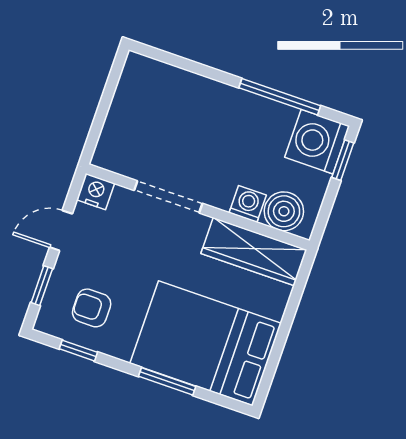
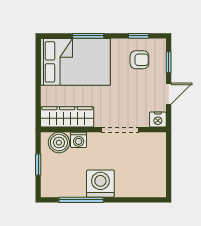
washing machine: (317, 142) -> (100, 184), moved, turned -90
window: (343, 160) -> (38, 165), moved

